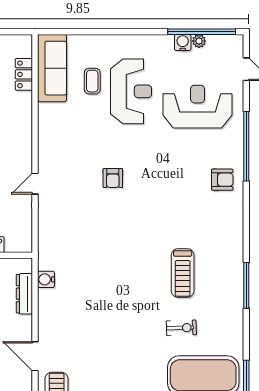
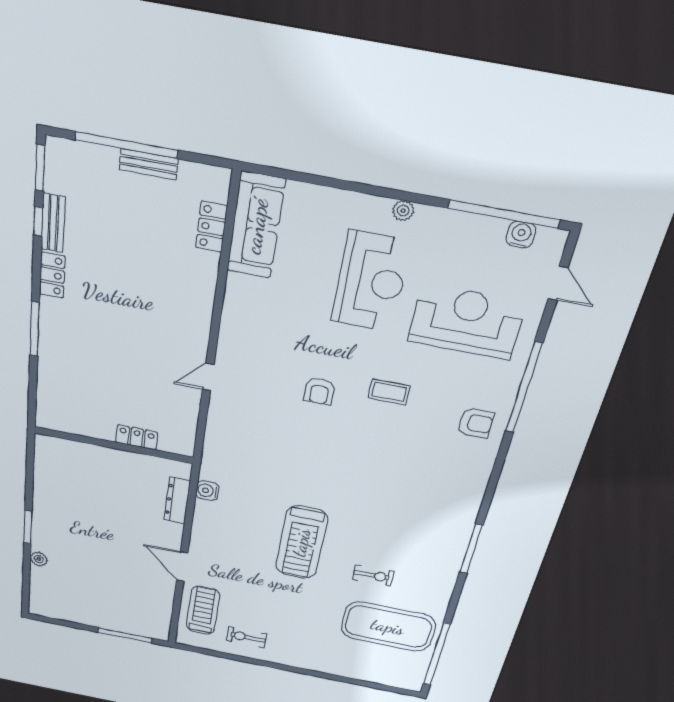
plant: (199, 41) -> (403, 211), moved
water cooler: (183, 42) -> (521, 235), moved
coffee table: (92, 81) -> (389, 392), moved, turned 90
treadmill: (183, 273) -> (301, 542), moved, width x1.37, depth x1.38

